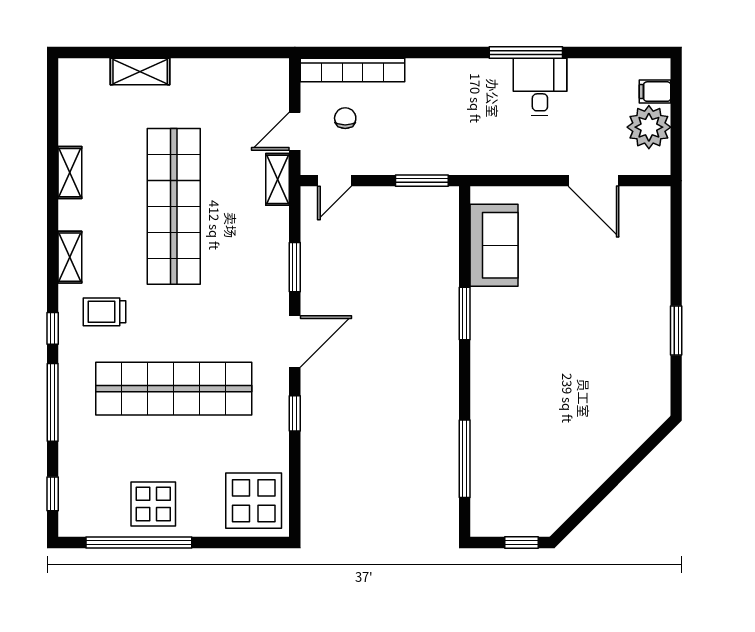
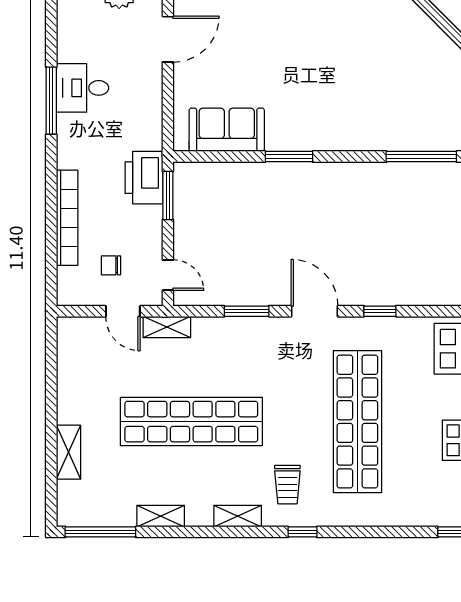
bookcase: (353, 70) -> (67, 218), moved
printer: (441, 154) -> (144, 178), added
window: (53, 402) -> (100, 532), moved

